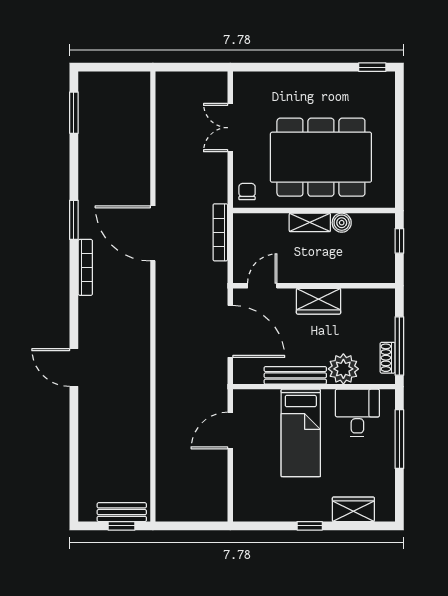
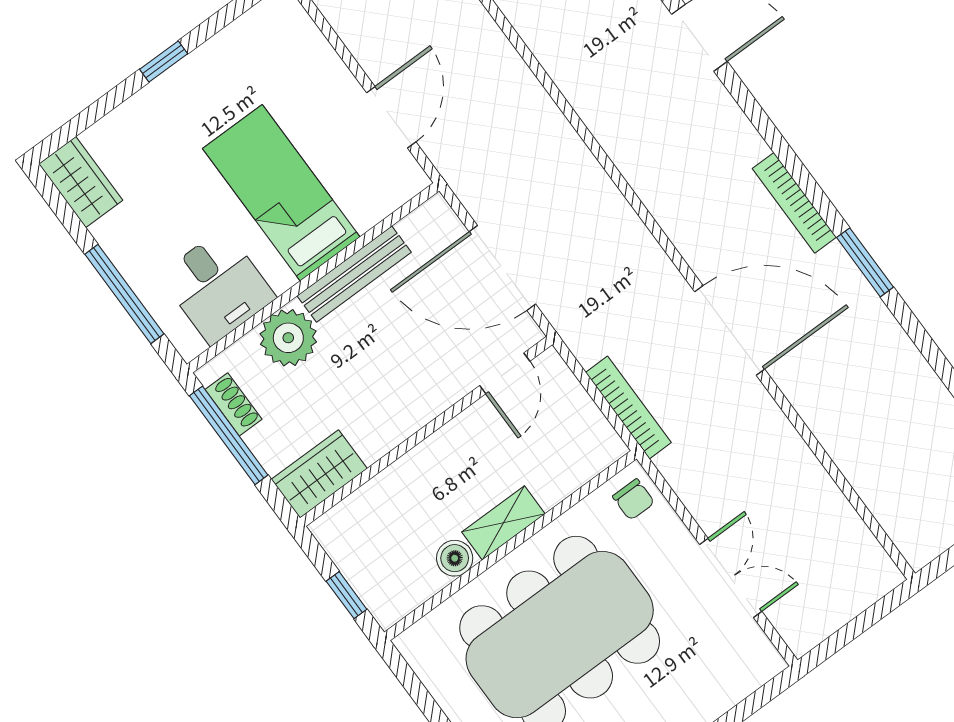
wardrobe: (319, 301) -> (319, 474), moved
wardrobe: (353, 509) -> (81, 182), moved, turned -90

